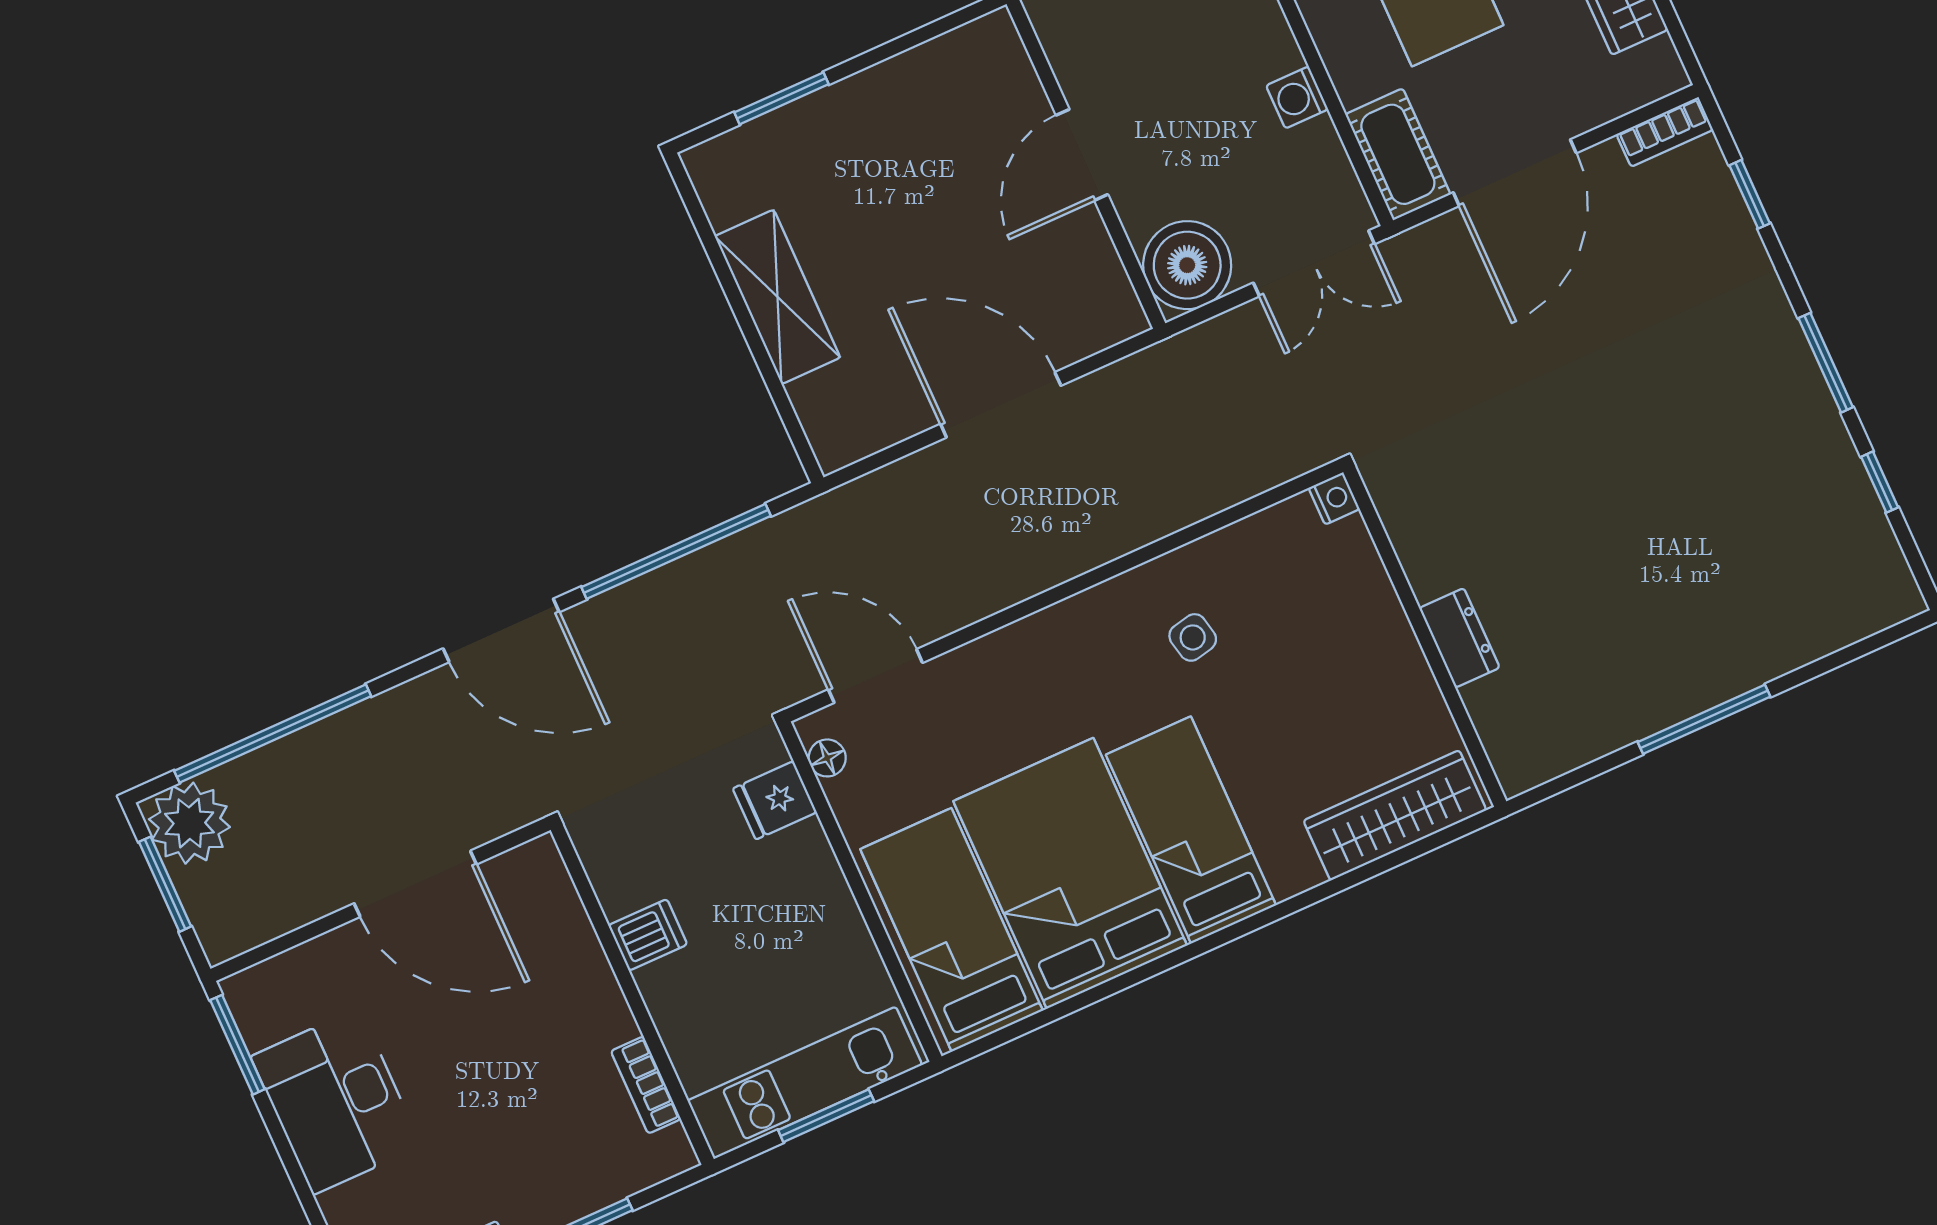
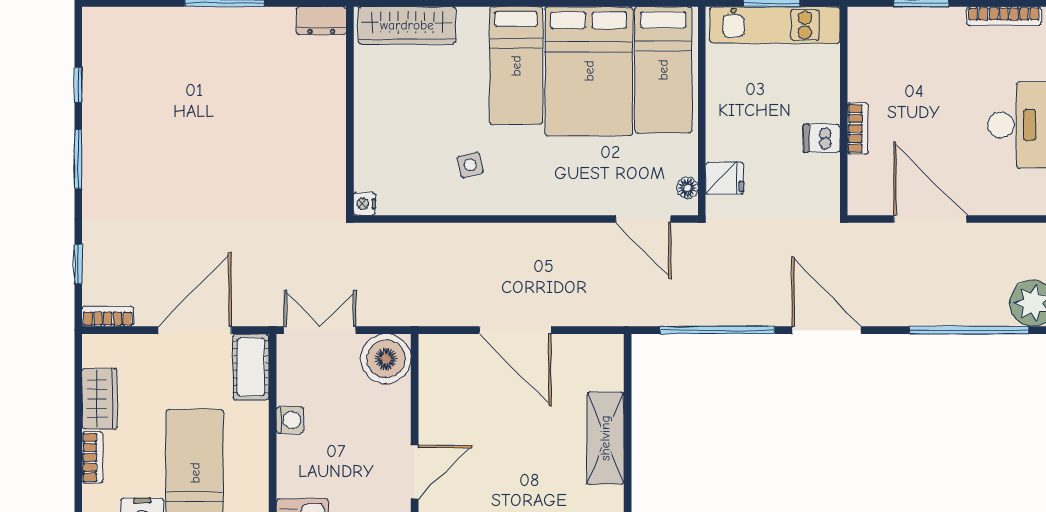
door: (1082, 155) -> (415, 472), moved
dresser: (1459, 638) -> (321, 21), moved, turned -90
bookcase: (646, 1085) -> (858, 129), moved

